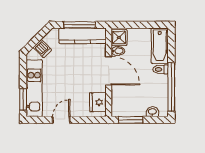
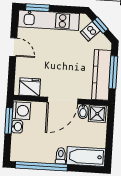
window: (36, 40) -> (100, 25), added
washing machine: (120, 109) -> (21, 111), added
washbasin: (152, 112) -> (17, 127), moved

